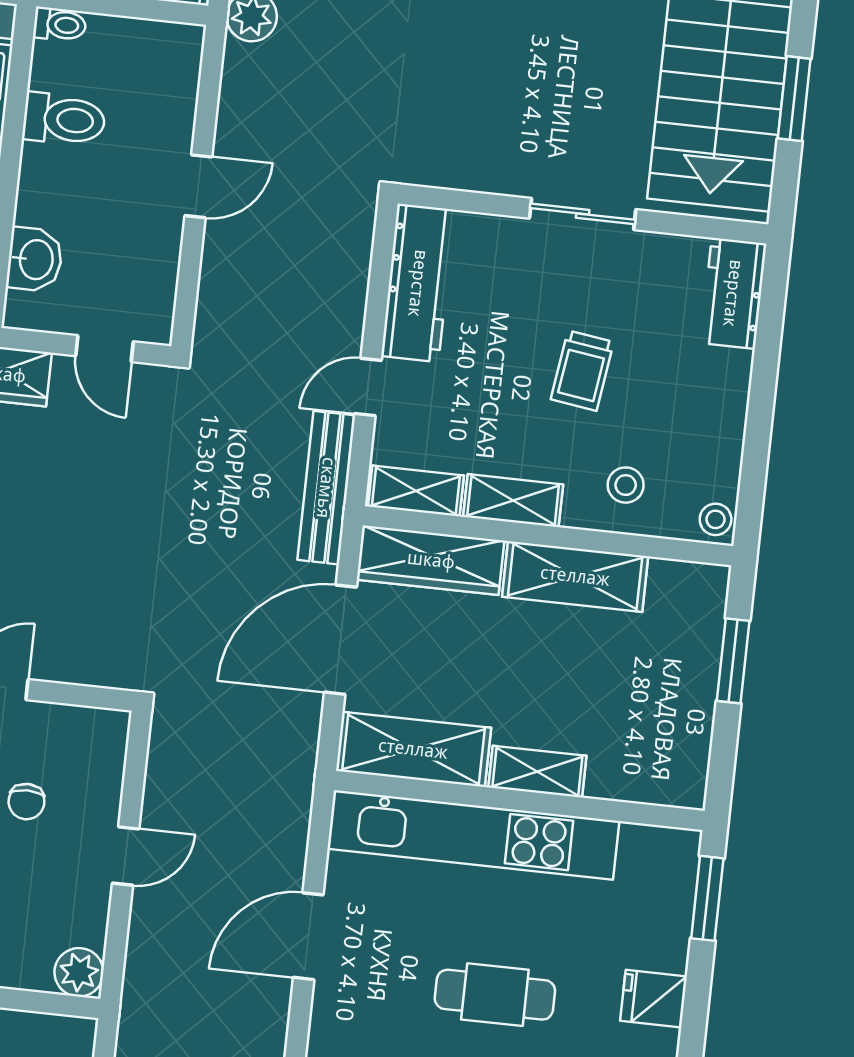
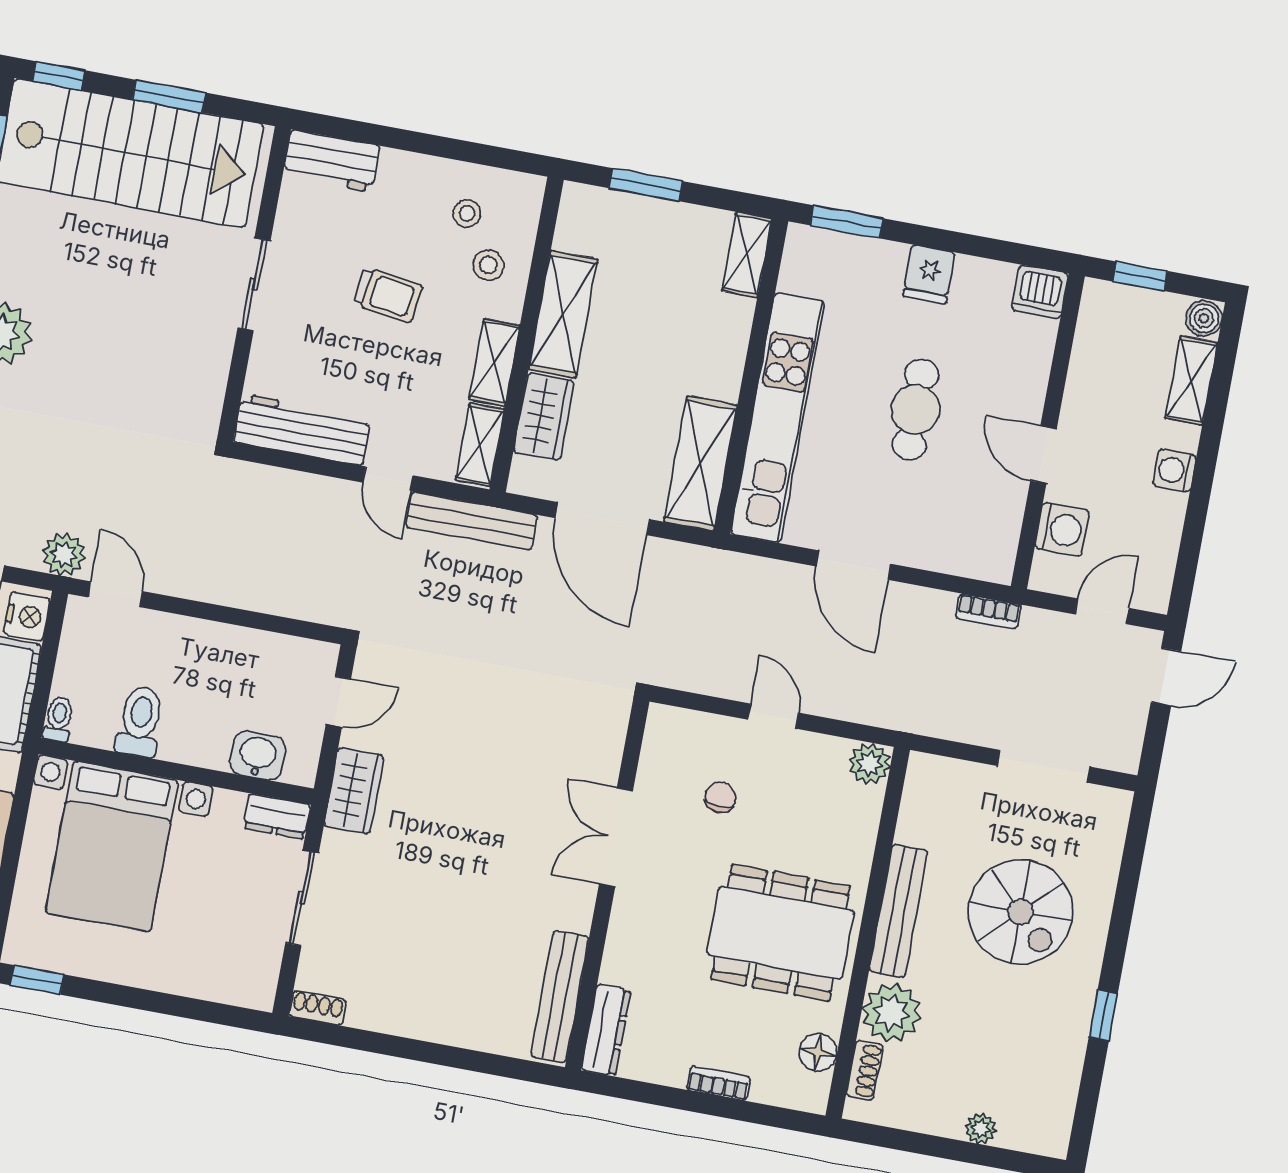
door: (198, 186) -> (115, 594), moved
stool: (716, 519) -> (467, 213), moved
wardrobe: (431, 560) -> (544, 417), width x0.67
shelving: (537, 772) -> (747, 255), moved
chair: (26, 802) -> (720, 797), turned -87

